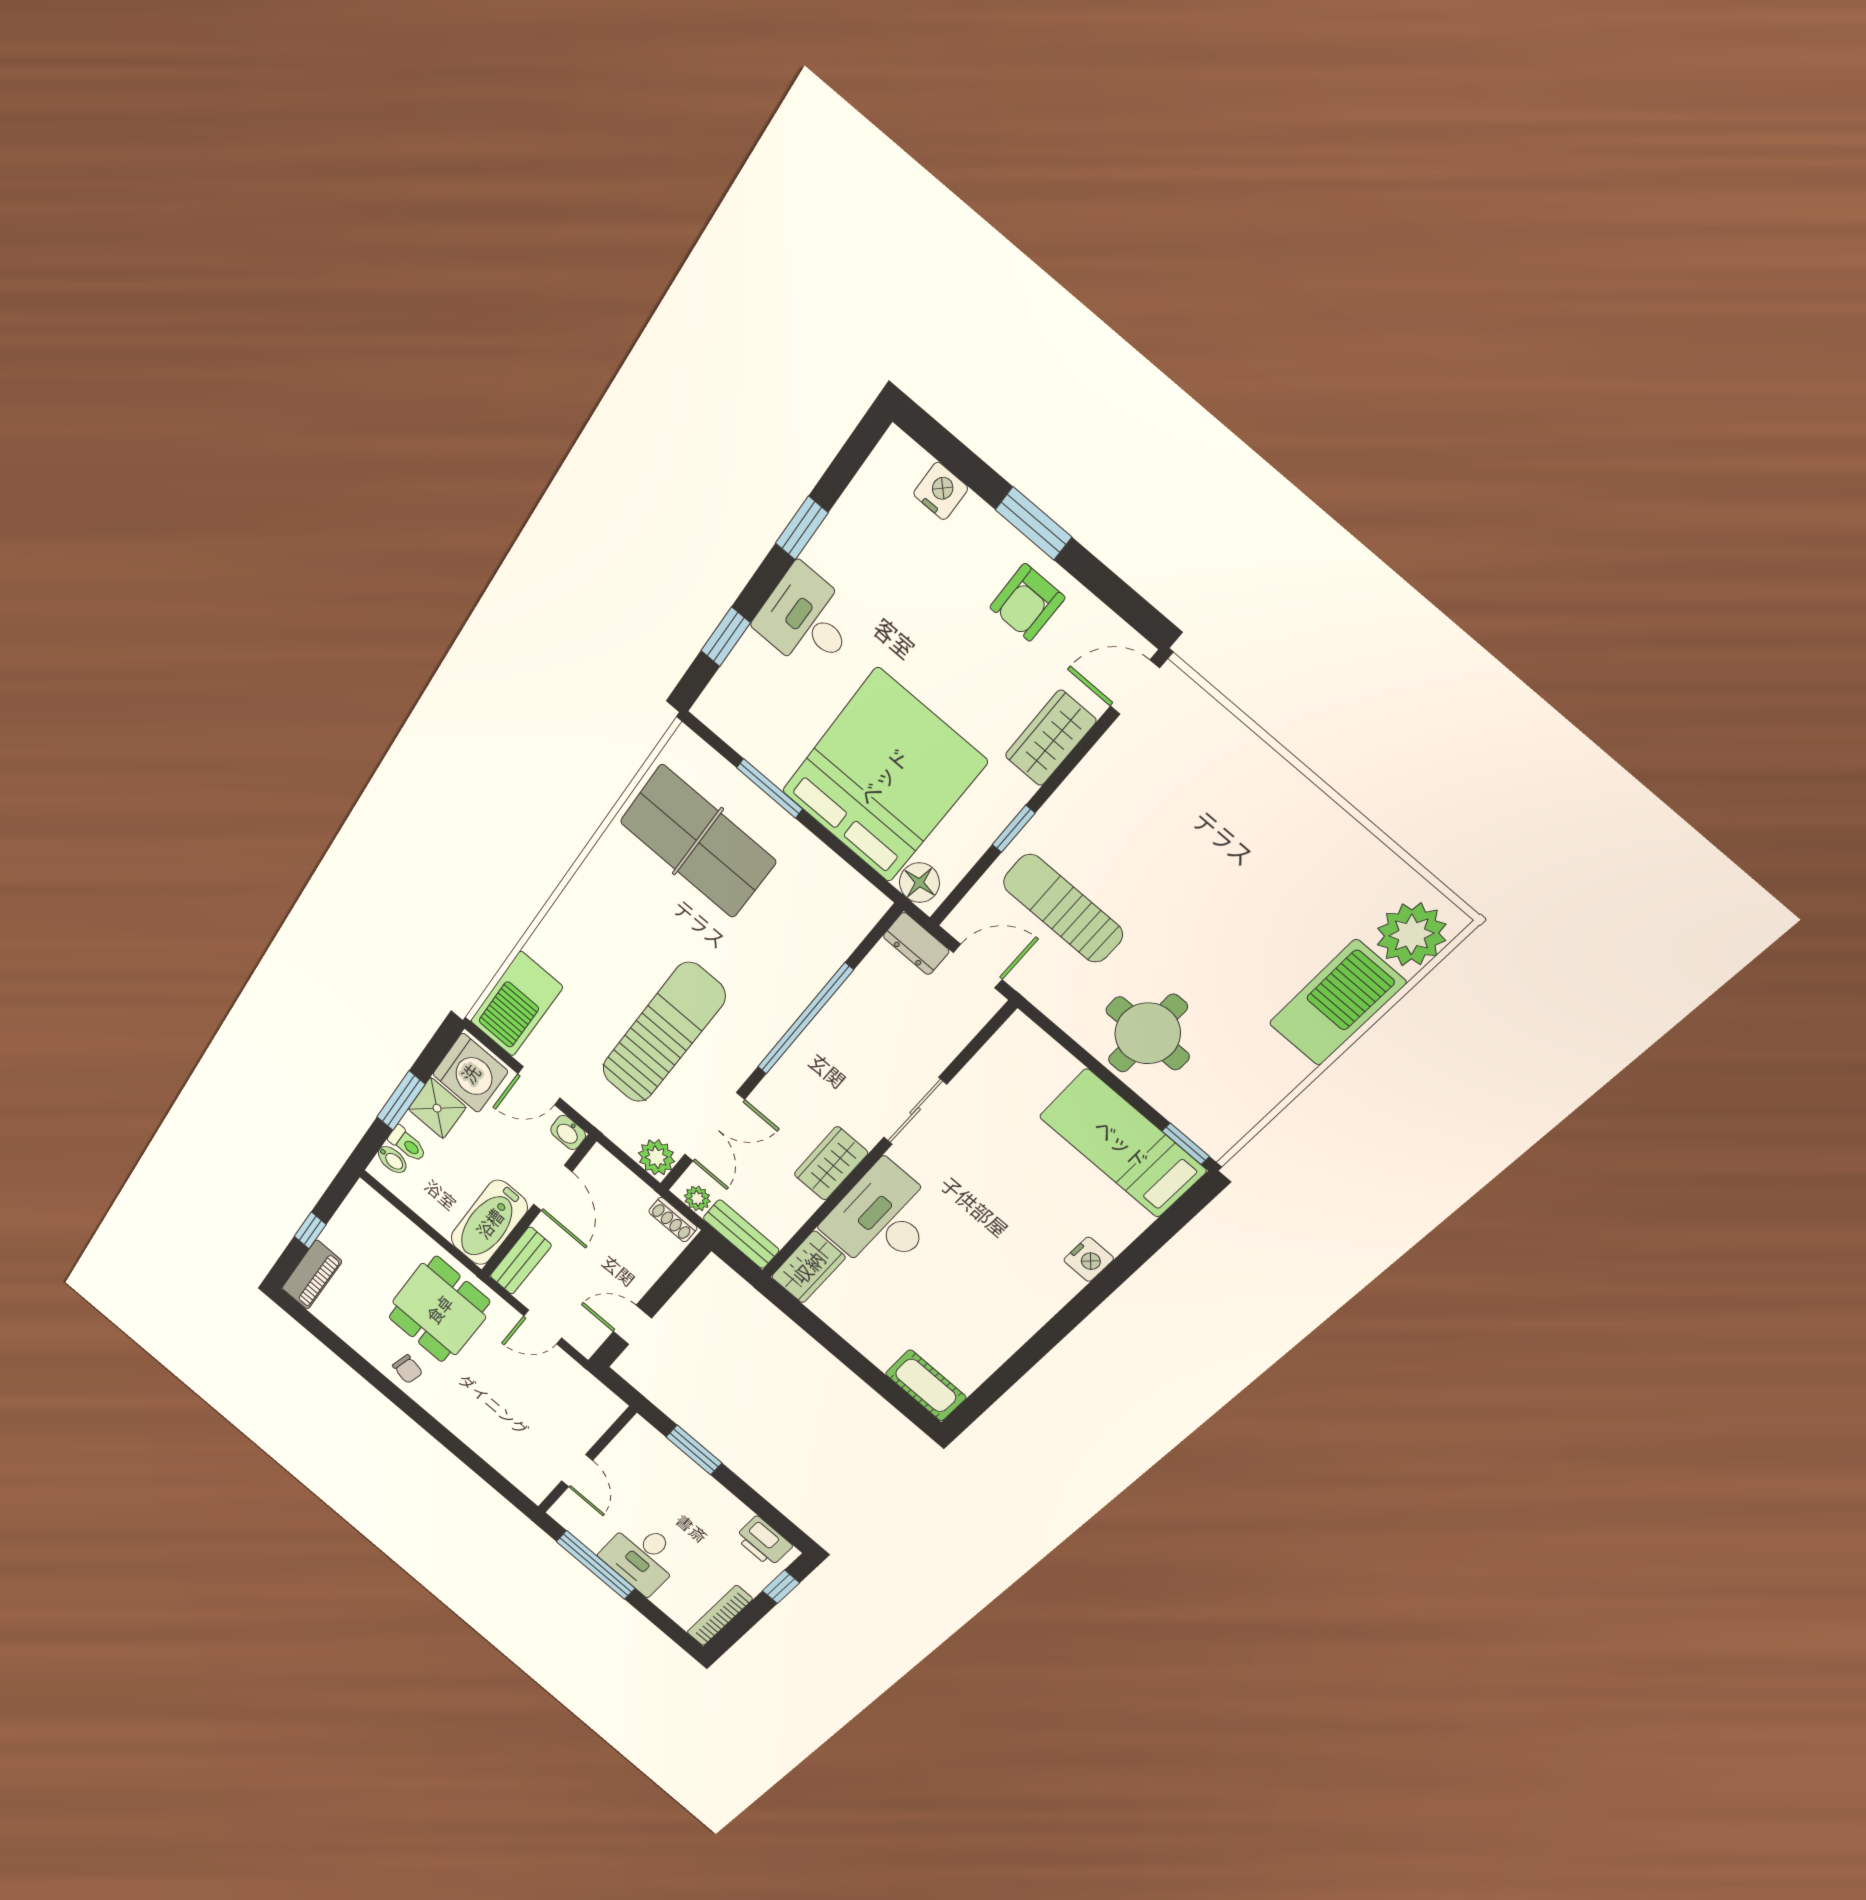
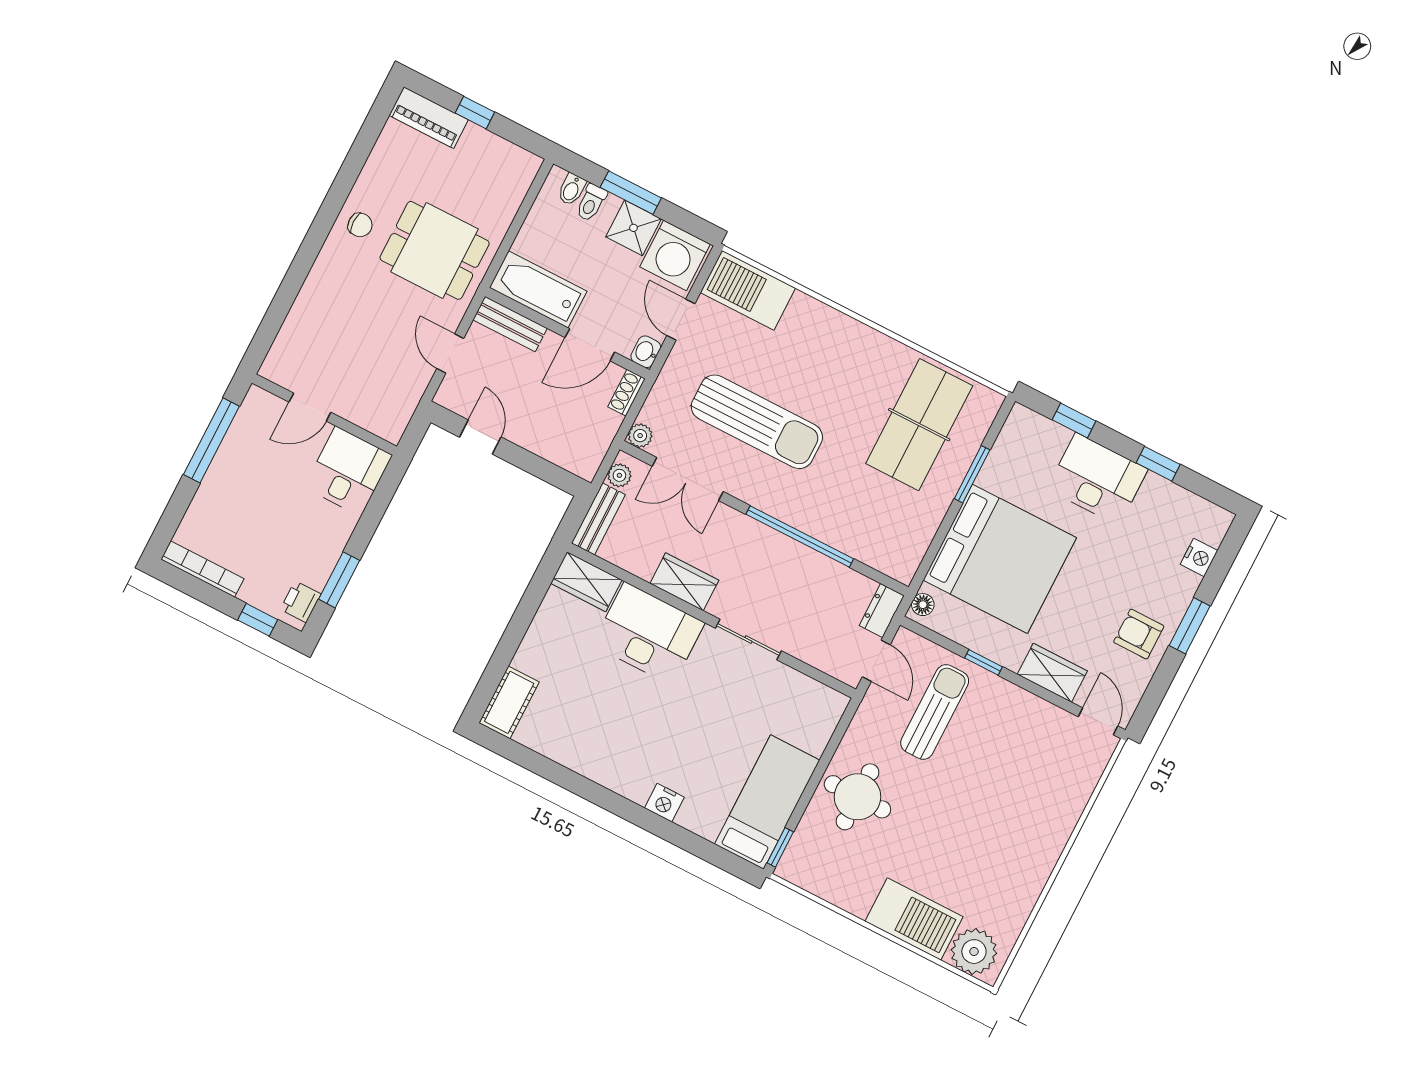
desk: (806, 620) -> (1097, 479), width x1.37
floor lamp: (919, 883) -> (923, 605), width x0.73, depth x0.73
plant: (657, 1157) -> (640, 436), width x0.73, depth x0.73
shoe rack: (673, 1220) -> (627, 393), moved
chair: (408, 1369) -> (360, 225), turned -103
window: (694, 1450) -> (339, 580), moved
printer: (763, 1542) -> (301, 602), width x0.73, depth x0.81
desk: (642, 1557) -> (348, 471), moved, turned 90

